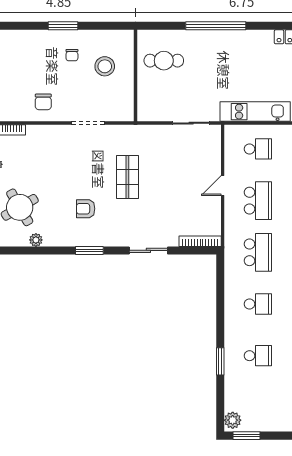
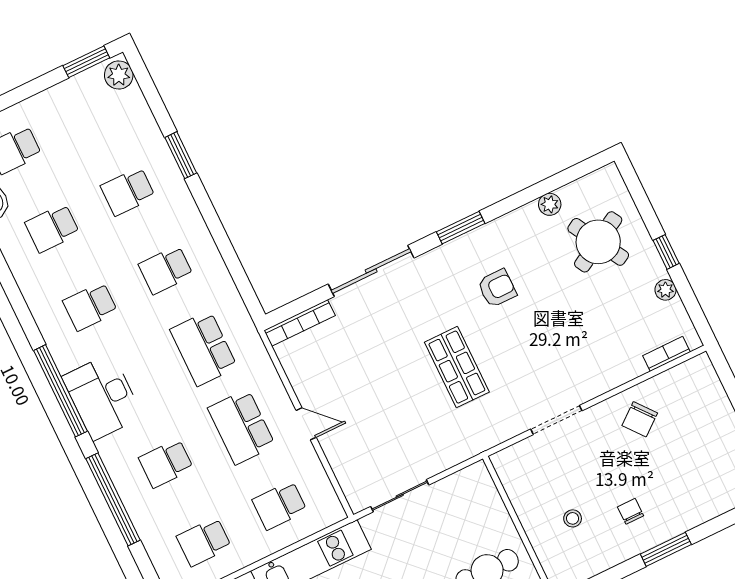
stool: (105, 66) -> (573, 518), width x0.53, depth x0.53
chair: (43, 102) -> (640, 419), turned -129
door: (223, 186) -> (306, 424), hinge flipped
sliding door: (148, 250) -> (371, 271), width x1.37

